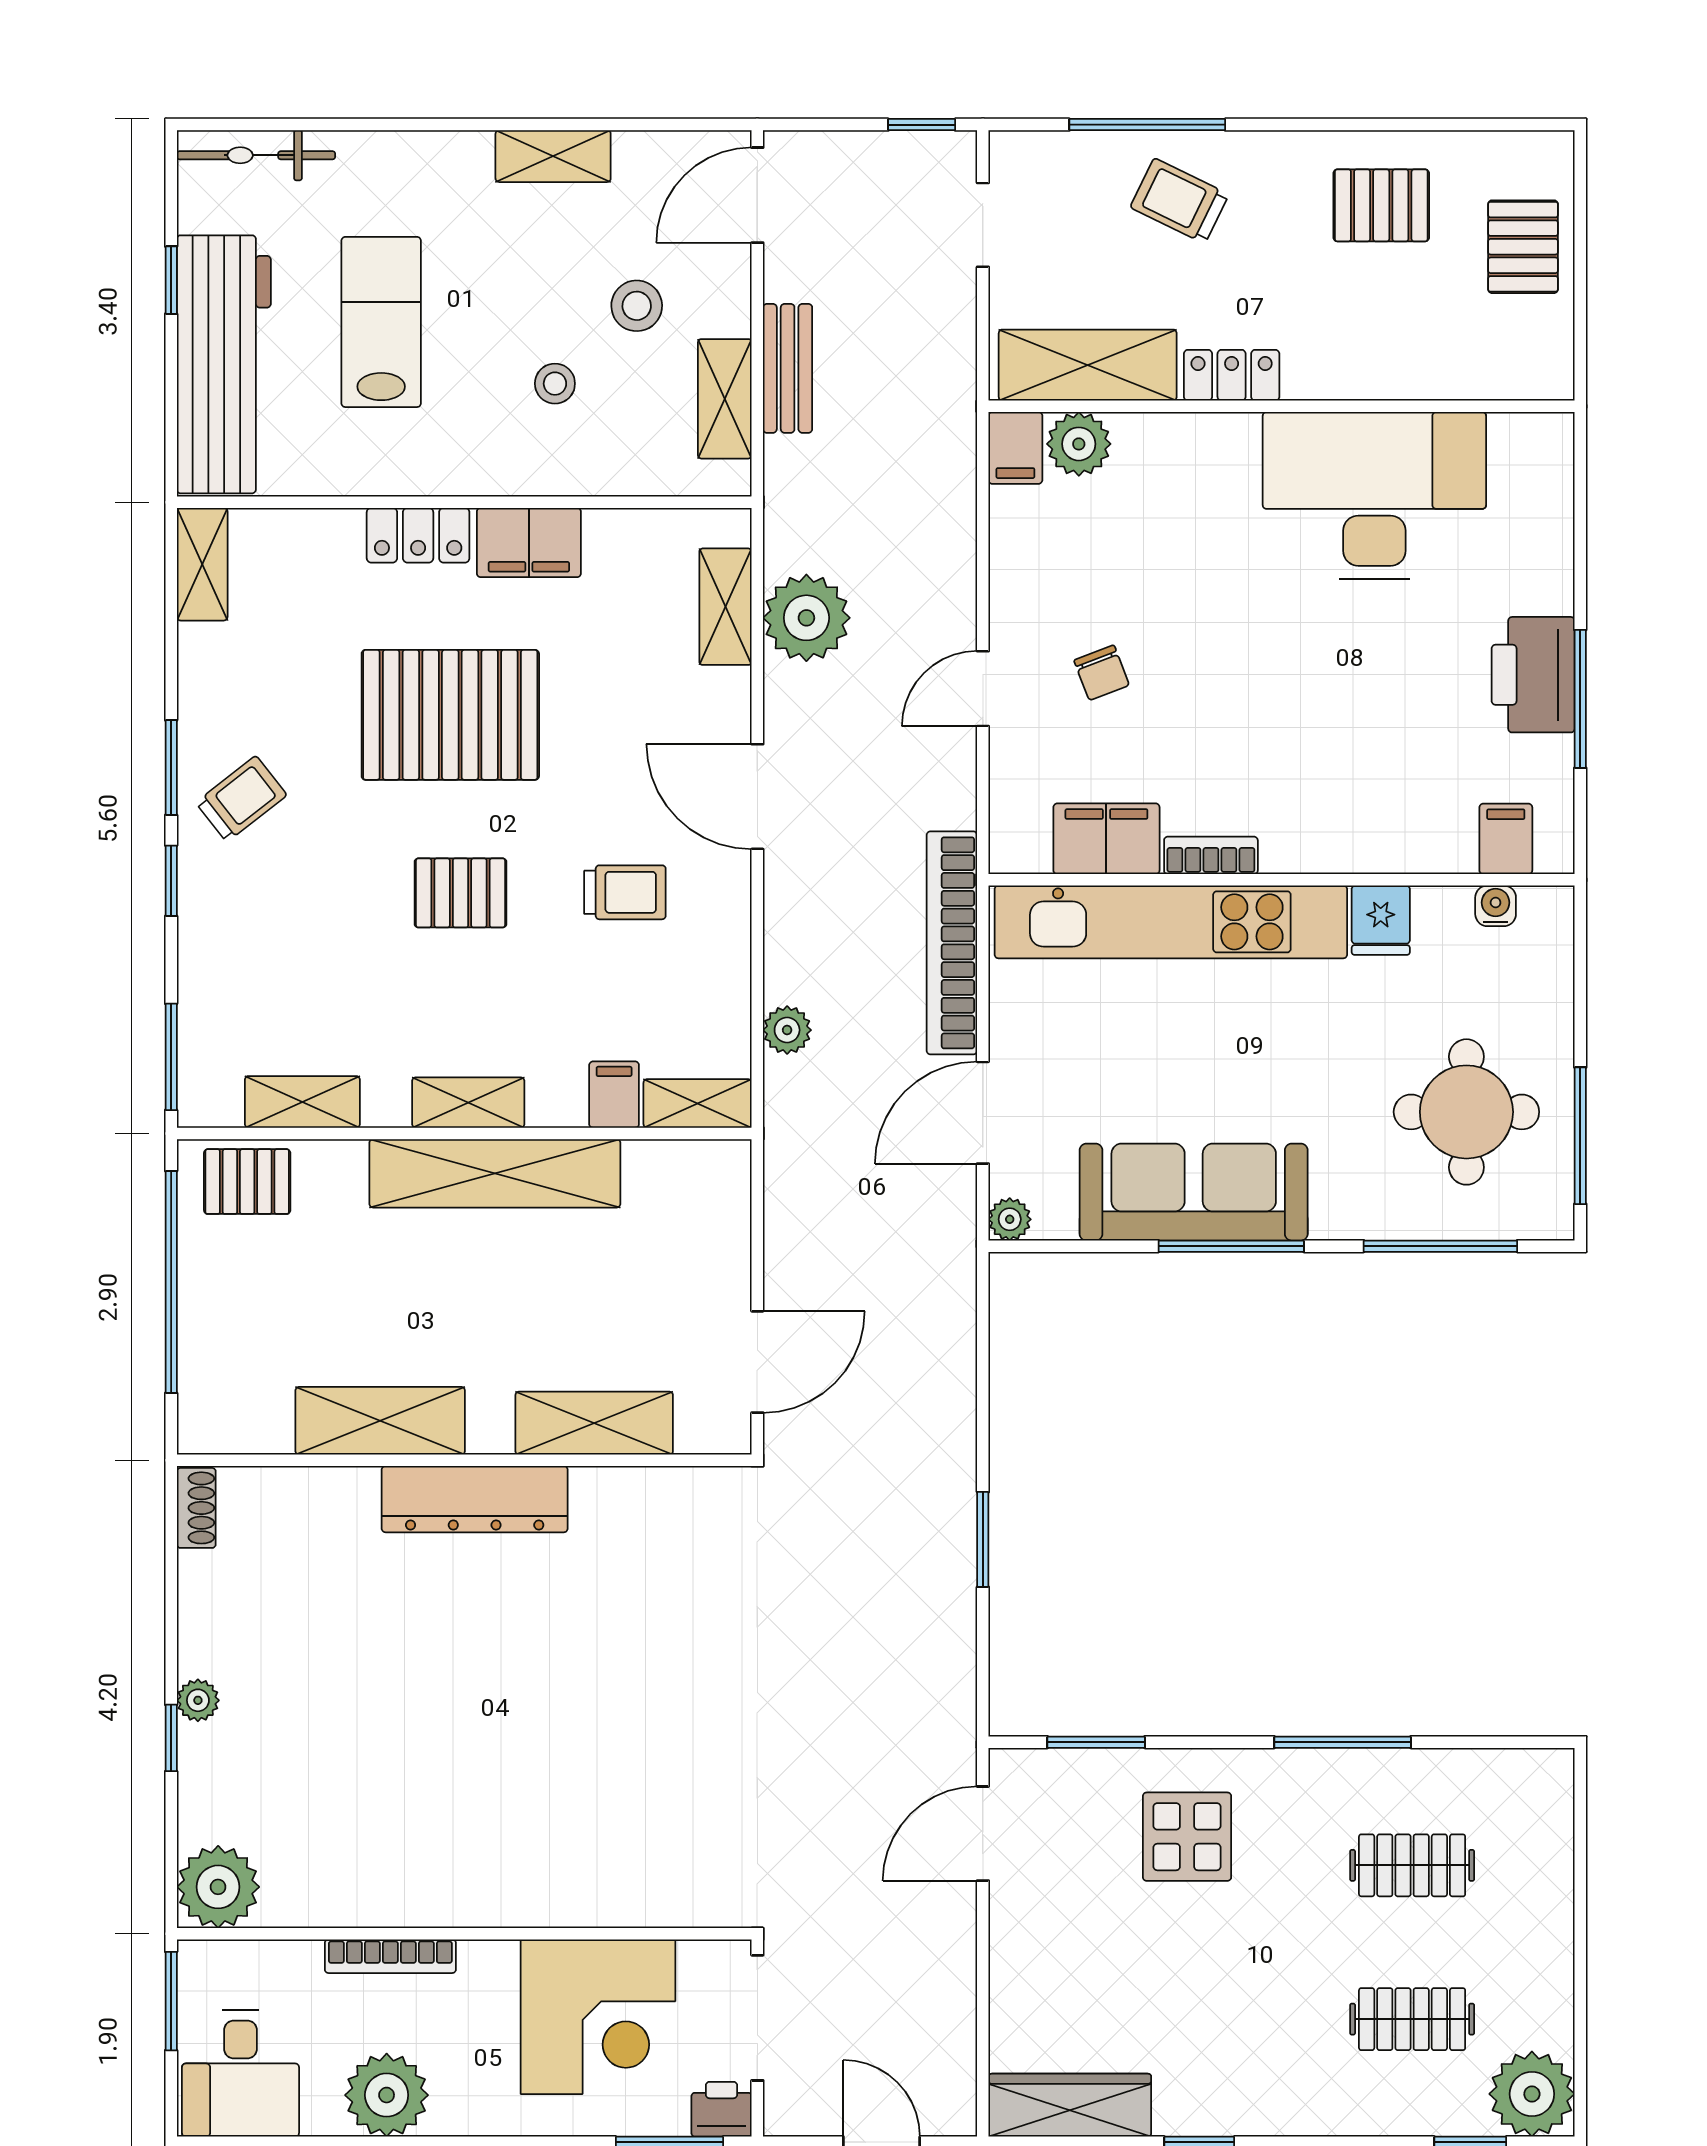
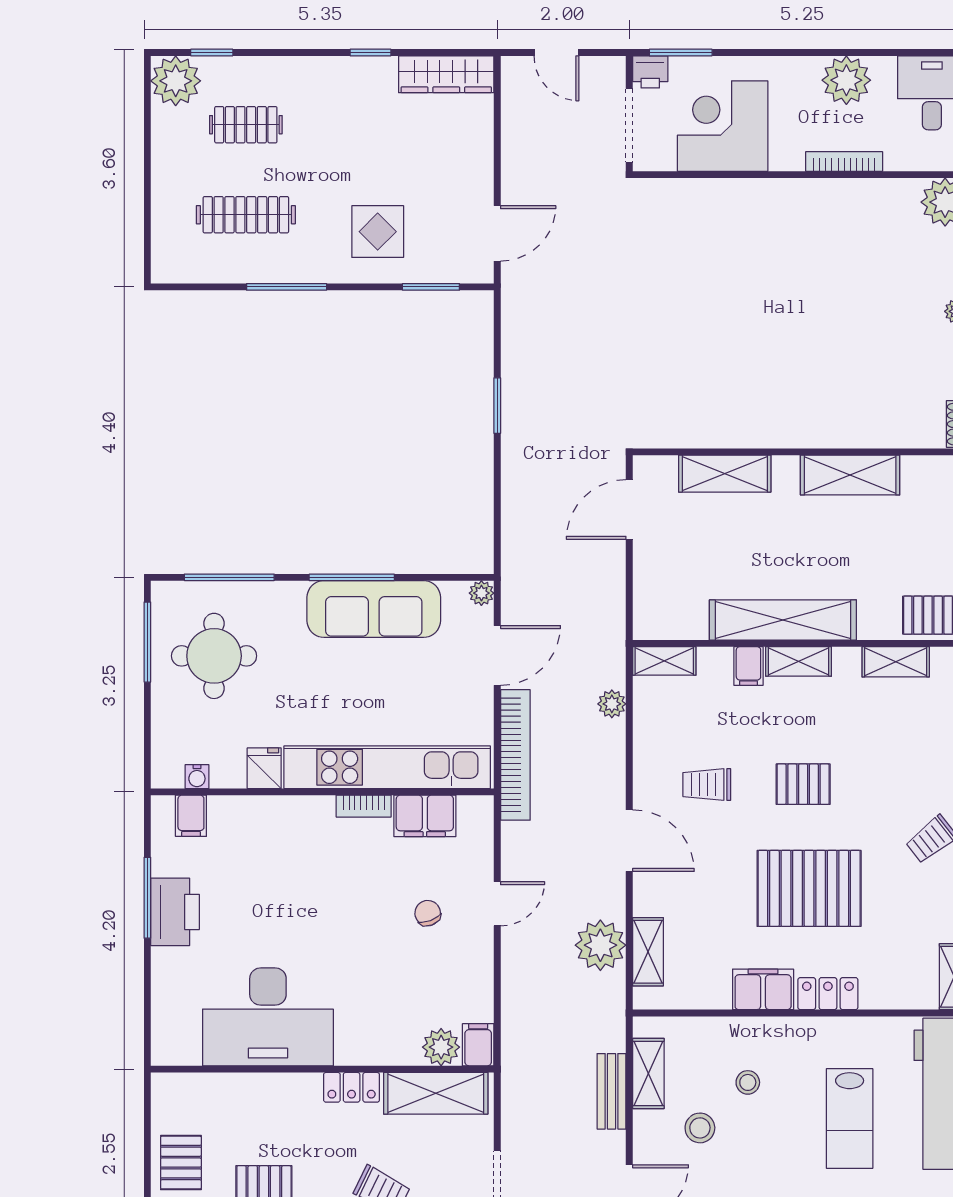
filing cabinet: (614, 1095) -> (748, 666), moved
dresser: (475, 1499) -> (795, 429), removed
clothes rail: (1412, 1865) -> (246, 215), width x1.36

